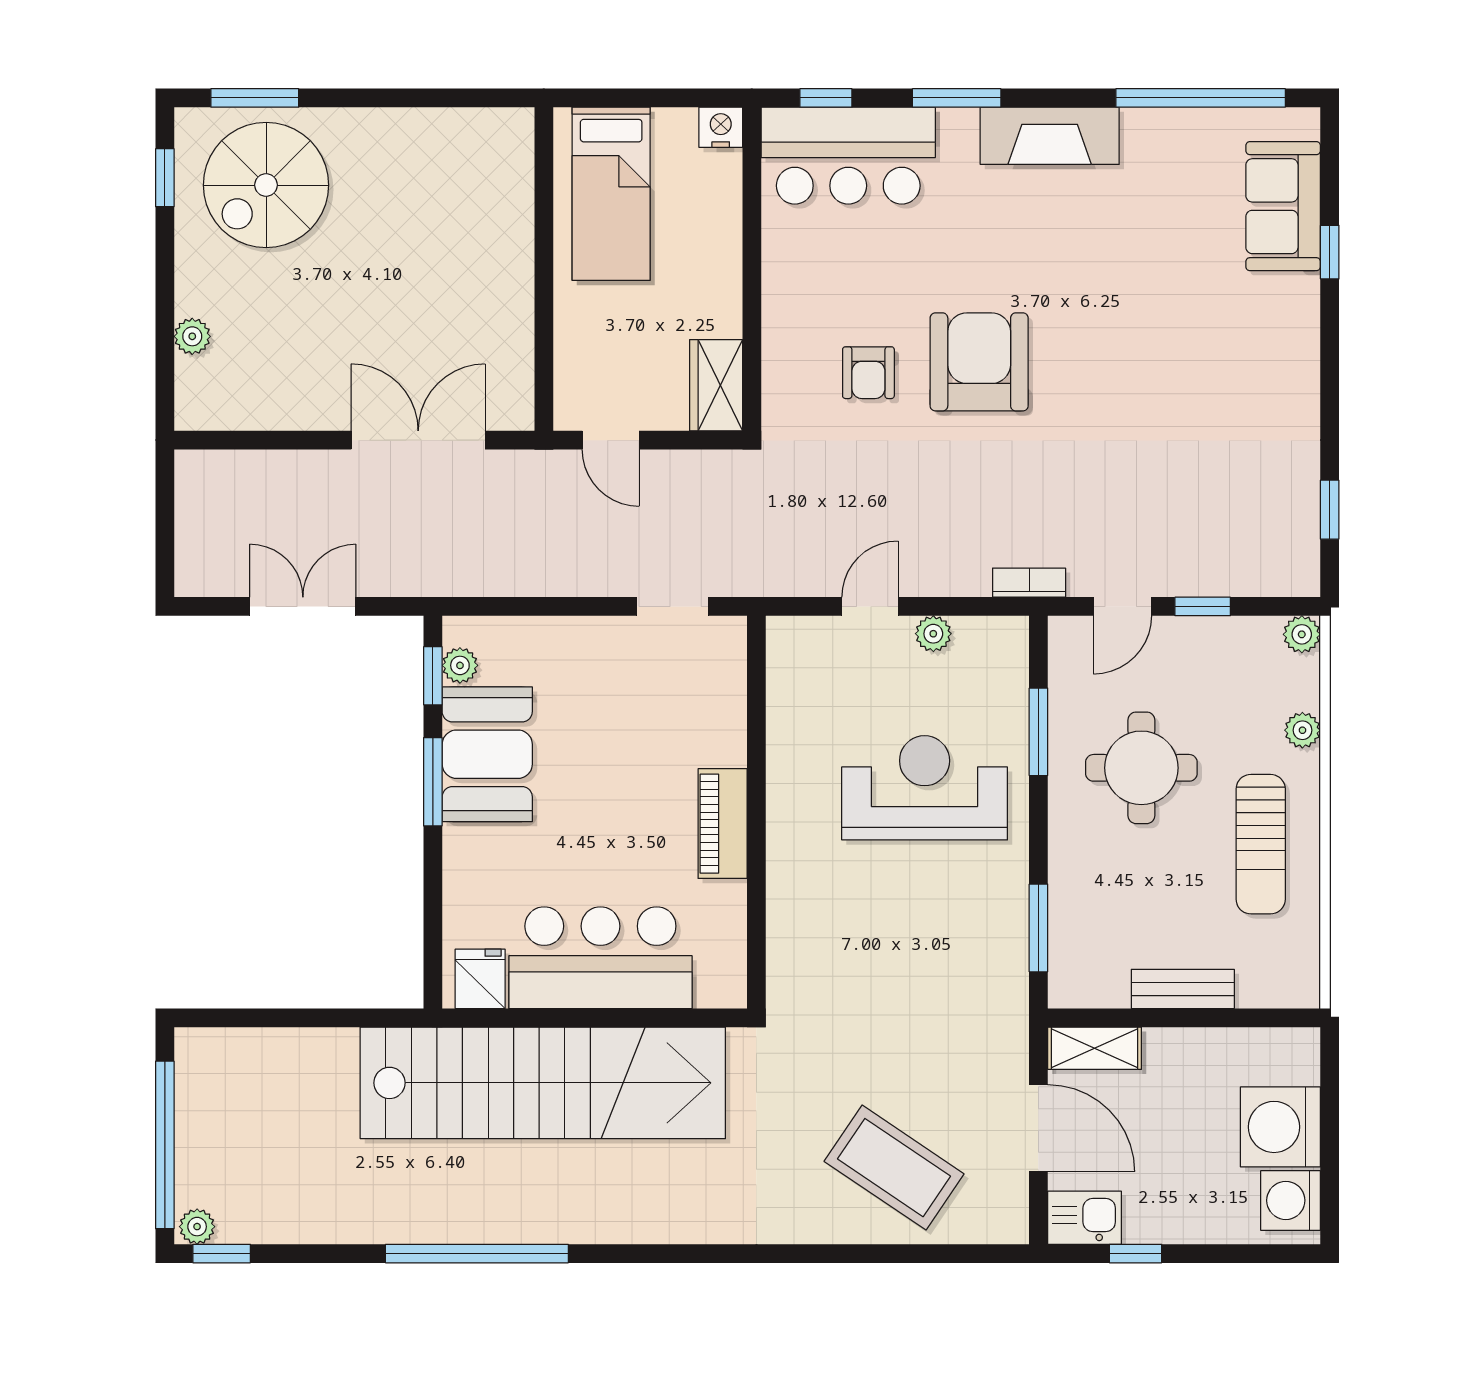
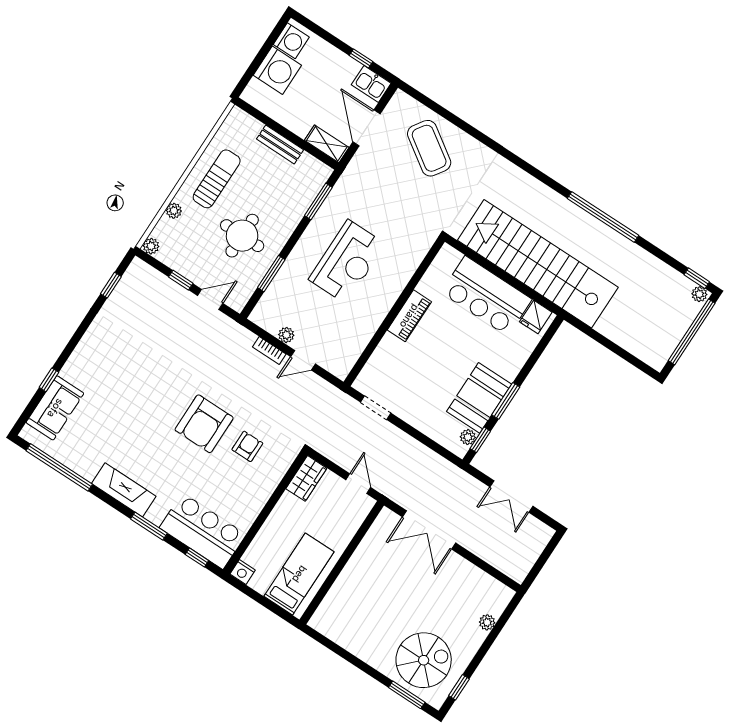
bookcase: (1029, 583) -> (269, 351), moved
reception desk: (925, 788) -> (347, 262), moved, turned -90

